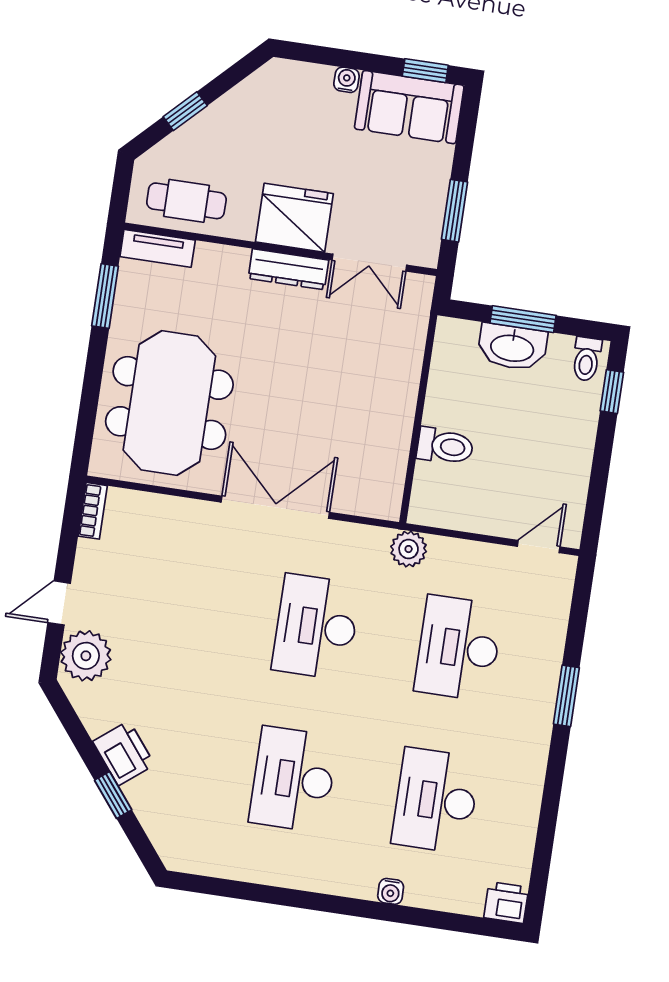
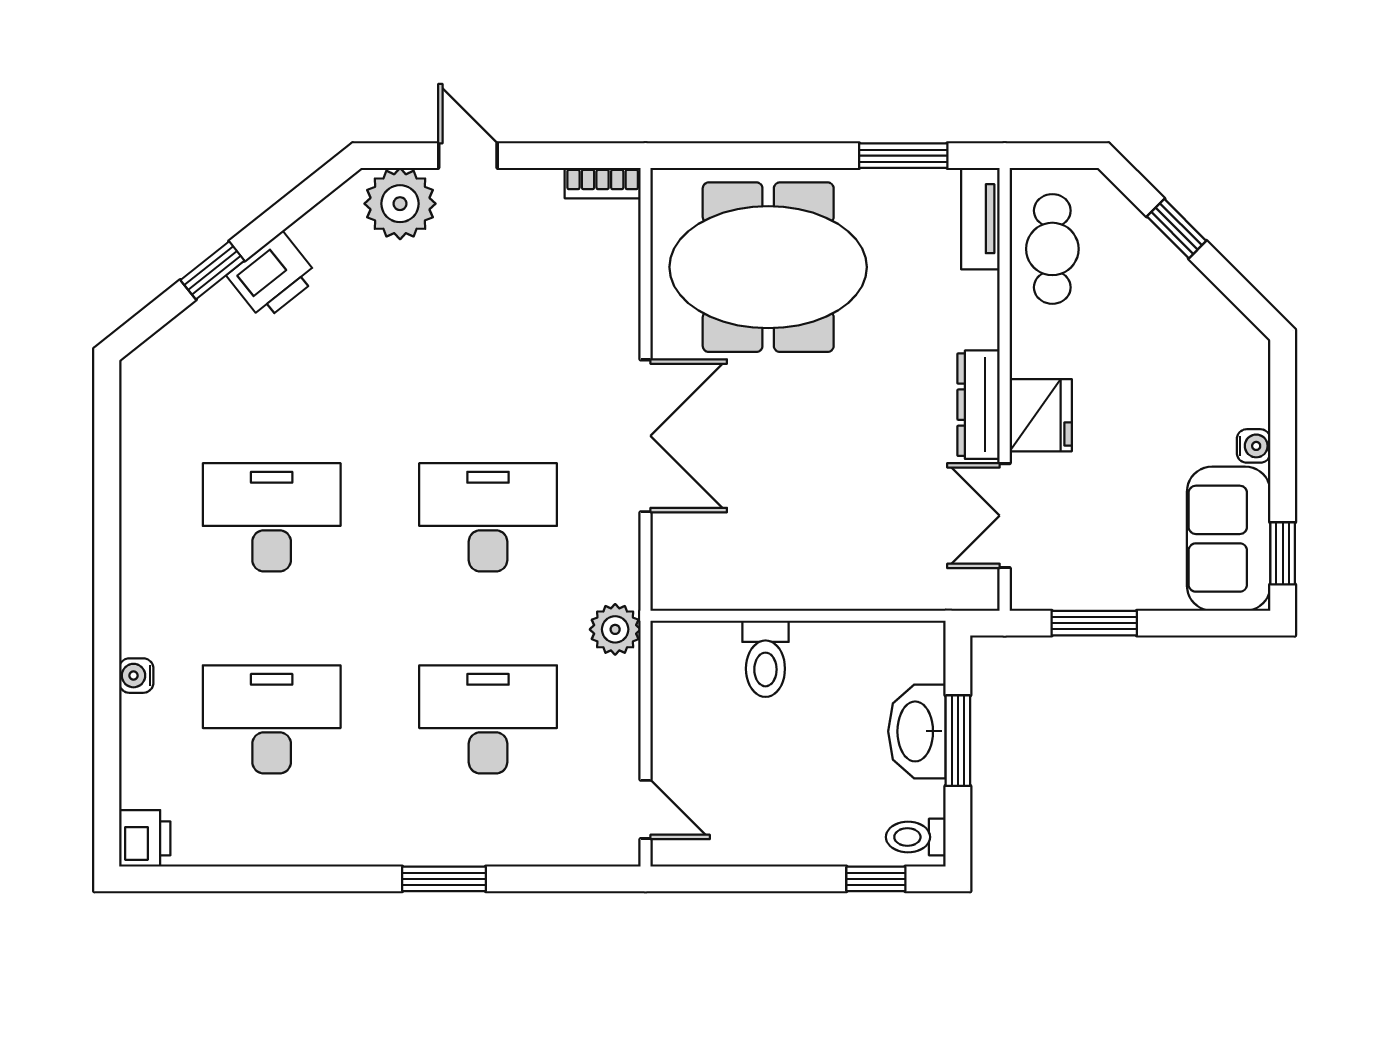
fridge: (294, 218) -> (1041, 415), width x0.73, depth x0.75

